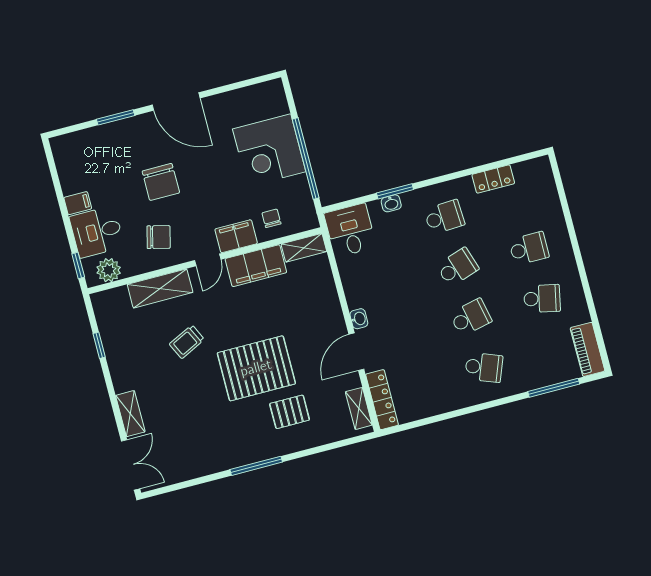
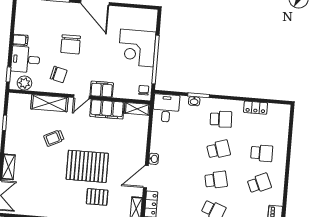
chair: (271, 218) -> (144, 90), moved
school desk: (542, 299) -> (259, 183), turned -36

